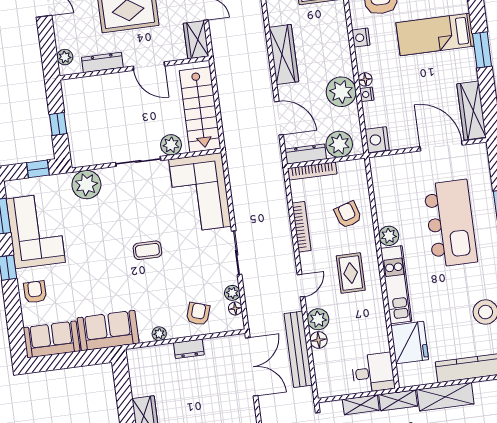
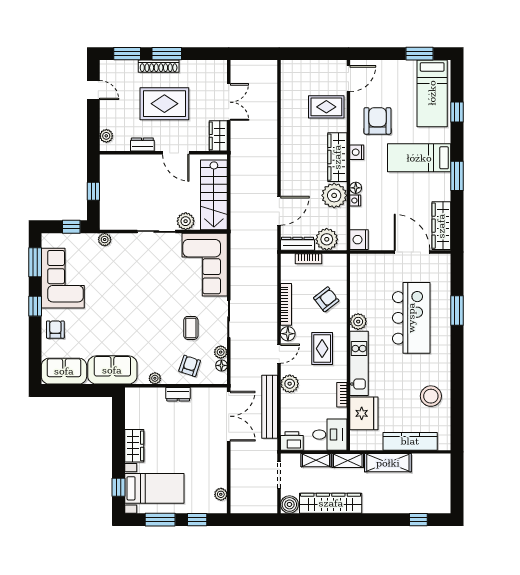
wardrobe: (284, 54) -> (337, 157), moved, turned 180
dresser: (102, 62) -> (142, 145), width x0.70
door: (279, 118) -> (279, 211), hinge flipped
bookcase: (312, 171) -> (308, 259), width x0.64
plant: (86, 185) -> (105, 240), width x0.53, depth x0.53
armchair: (348, 215) -> (326, 299), turned 69
coffee table: (147, 250) -> (191, 328), moved, turned 90
bookcase: (381, 324) -> (342, 395), added
floor lamp: (319, 340) -> (288, 334), moved
printer: (330, 386) -> (292, 441), added

